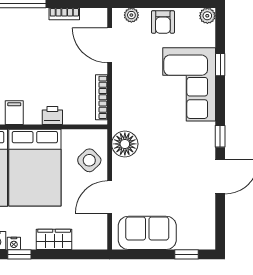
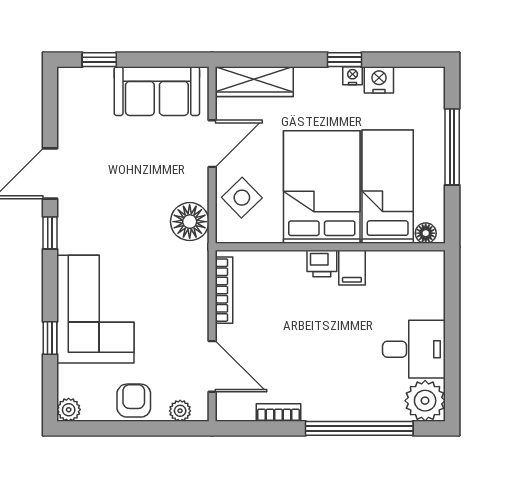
printer: (52, 115) -> (322, 264), moved
wardrobe: (54, 239) -> (254, 82), moved, width x1.50

